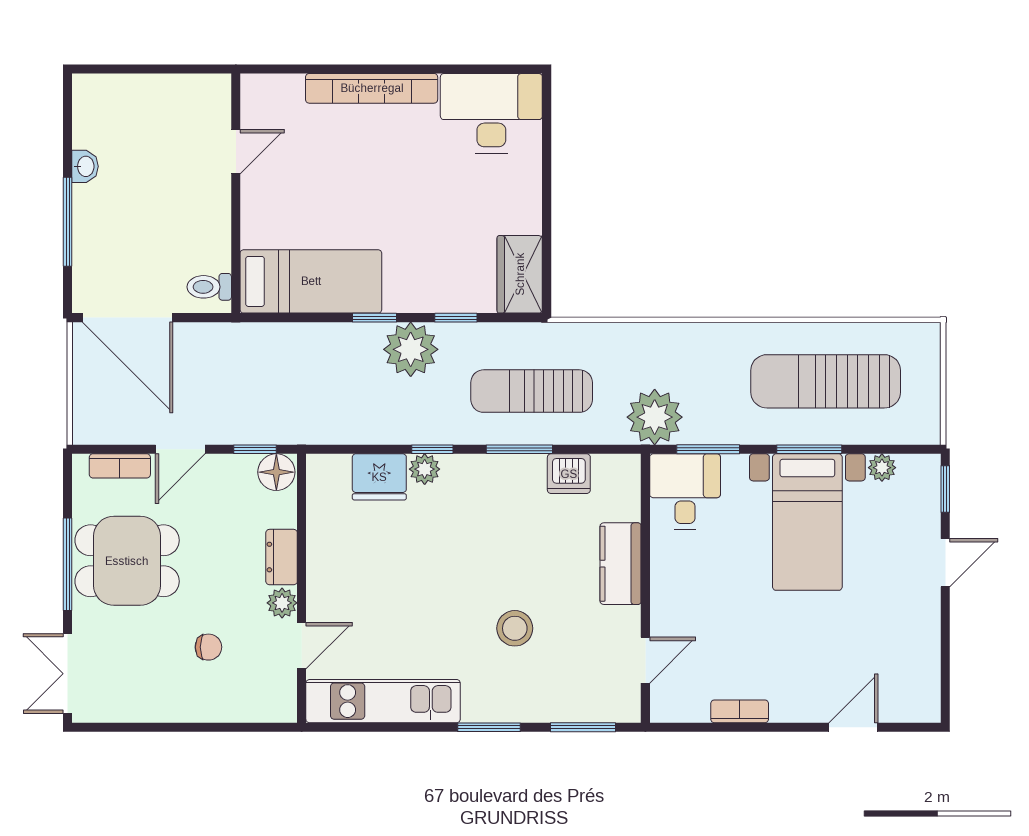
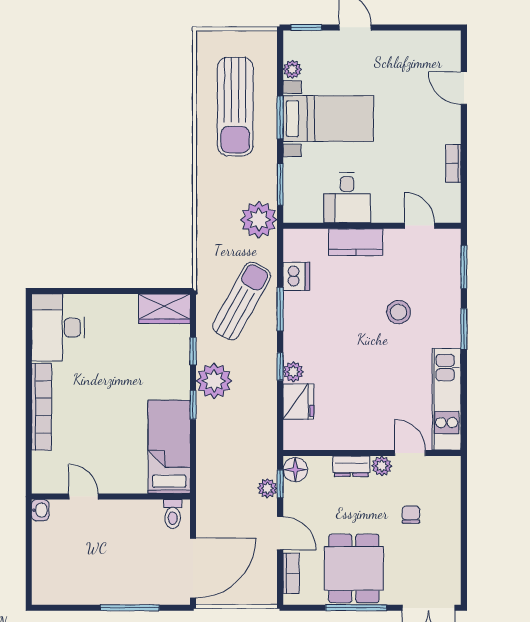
washbasin: (85, 166) -> (40, 510), moved, turned 90
sun lounger: (532, 391) -> (242, 301), turned -151
plant: (248, 430) -> (267, 488), added
desk: (685, 492) -> (347, 198), moved, turned -90

